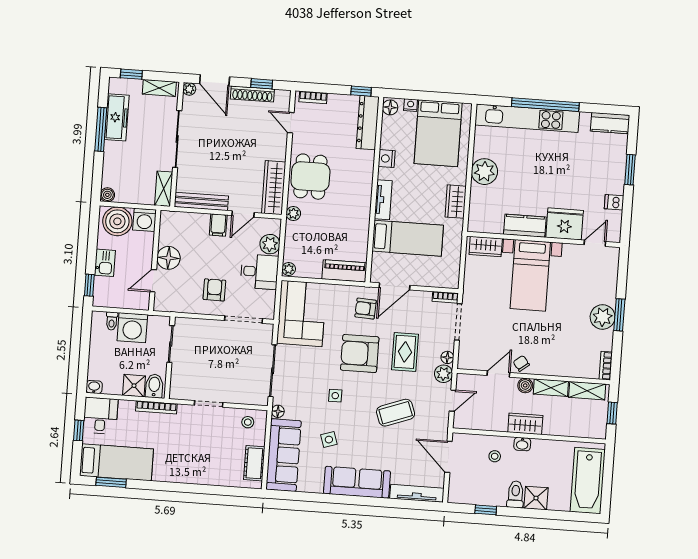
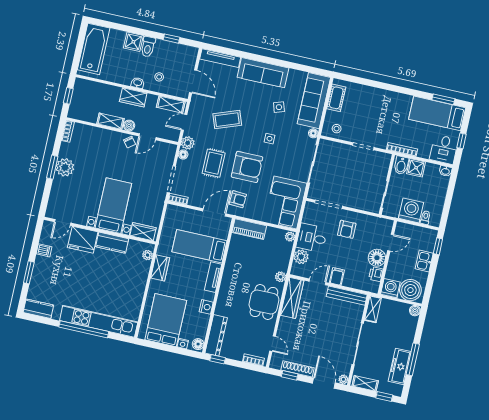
plant: (484, 172) -> (148, 255), moved, width x0.53, depth x0.53
printer: (167, 236) -> (376, 274), added
shelving: (587, 391) -> (171, 105), moved

